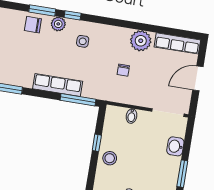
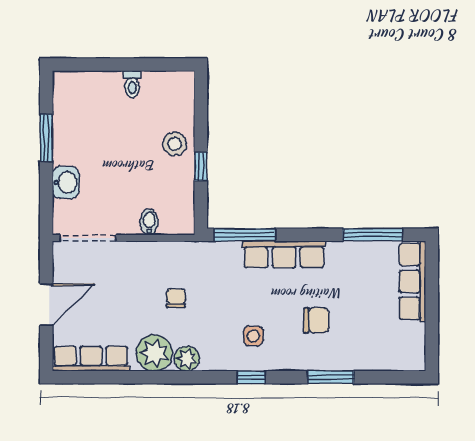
window: (73, 15) -> (251, 377), moved
plant: (58, 24) -> (187, 359), moved
chair: (33, 25) -> (316, 320), moved

